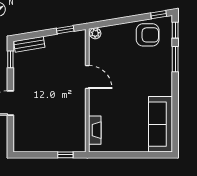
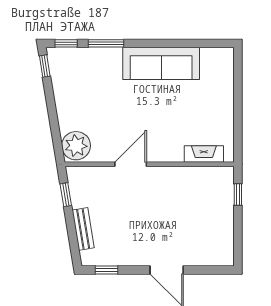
plant: (95, 33) -> (76, 146), width x1.88, depth x1.88
armchair: (148, 35) -> (73, 81), removed
bench: (29, 44) -> (83, 229), moved
sofa: (161, 124) -> (161, 63), moved

